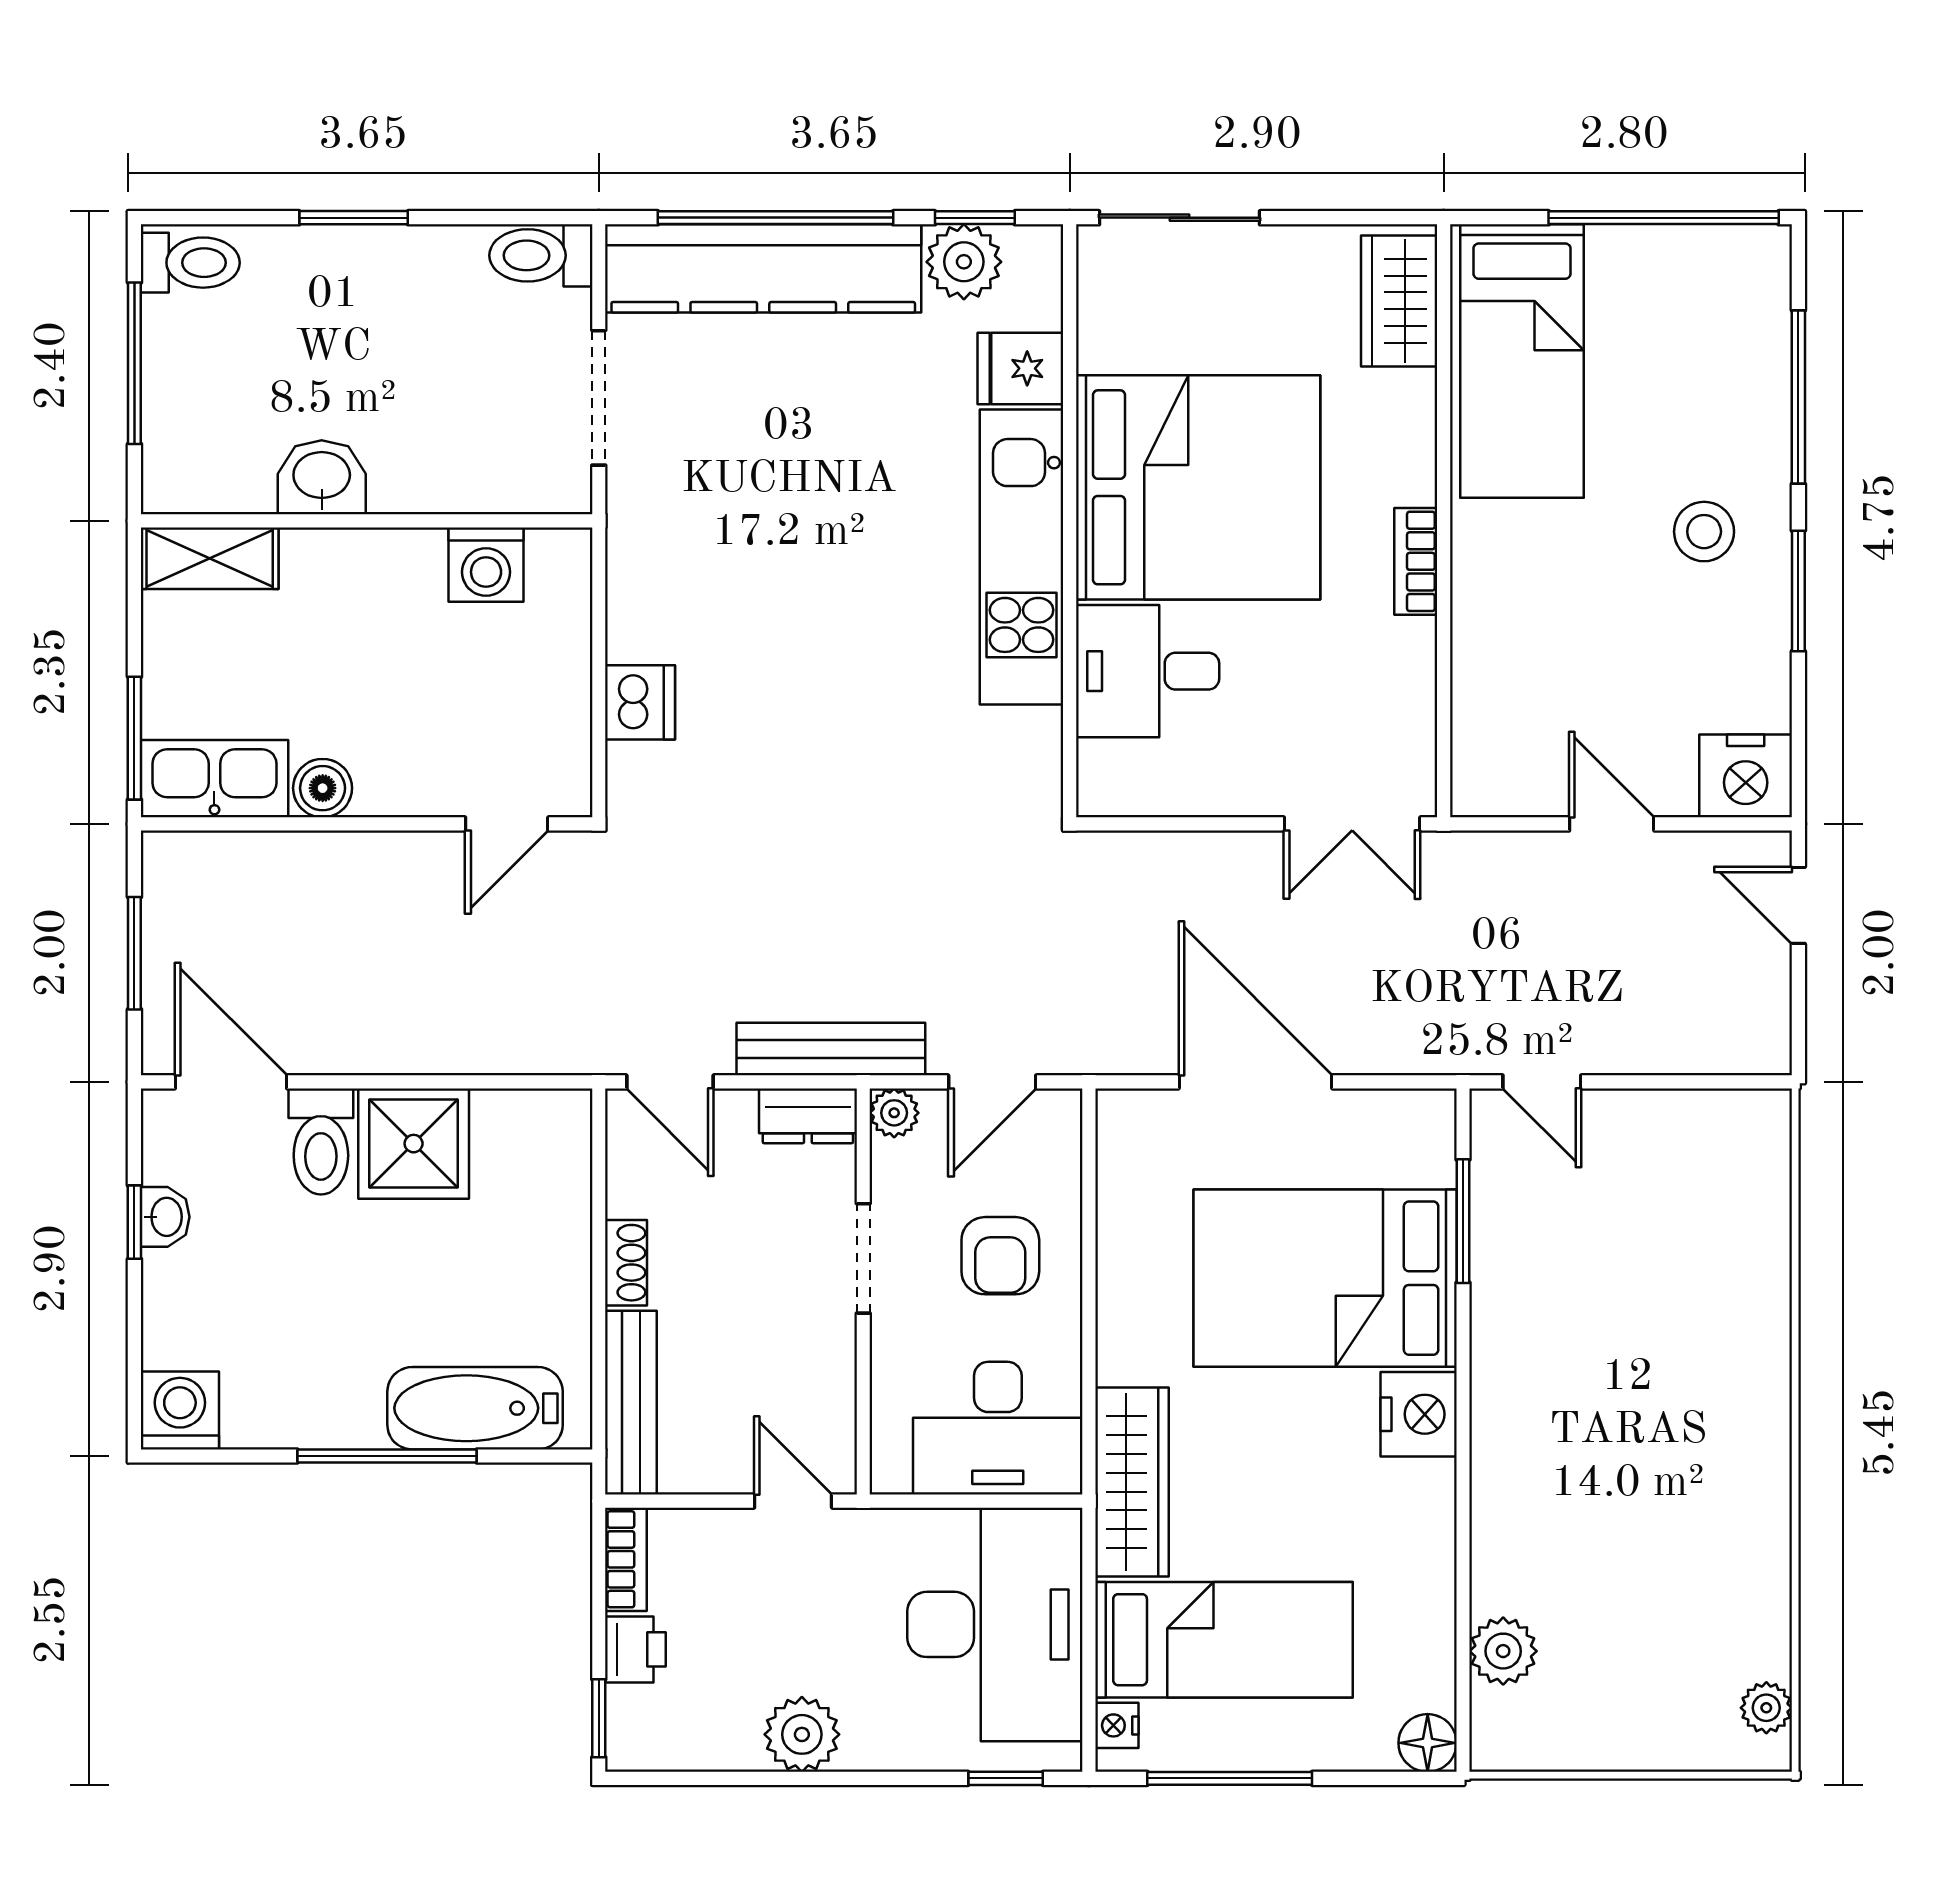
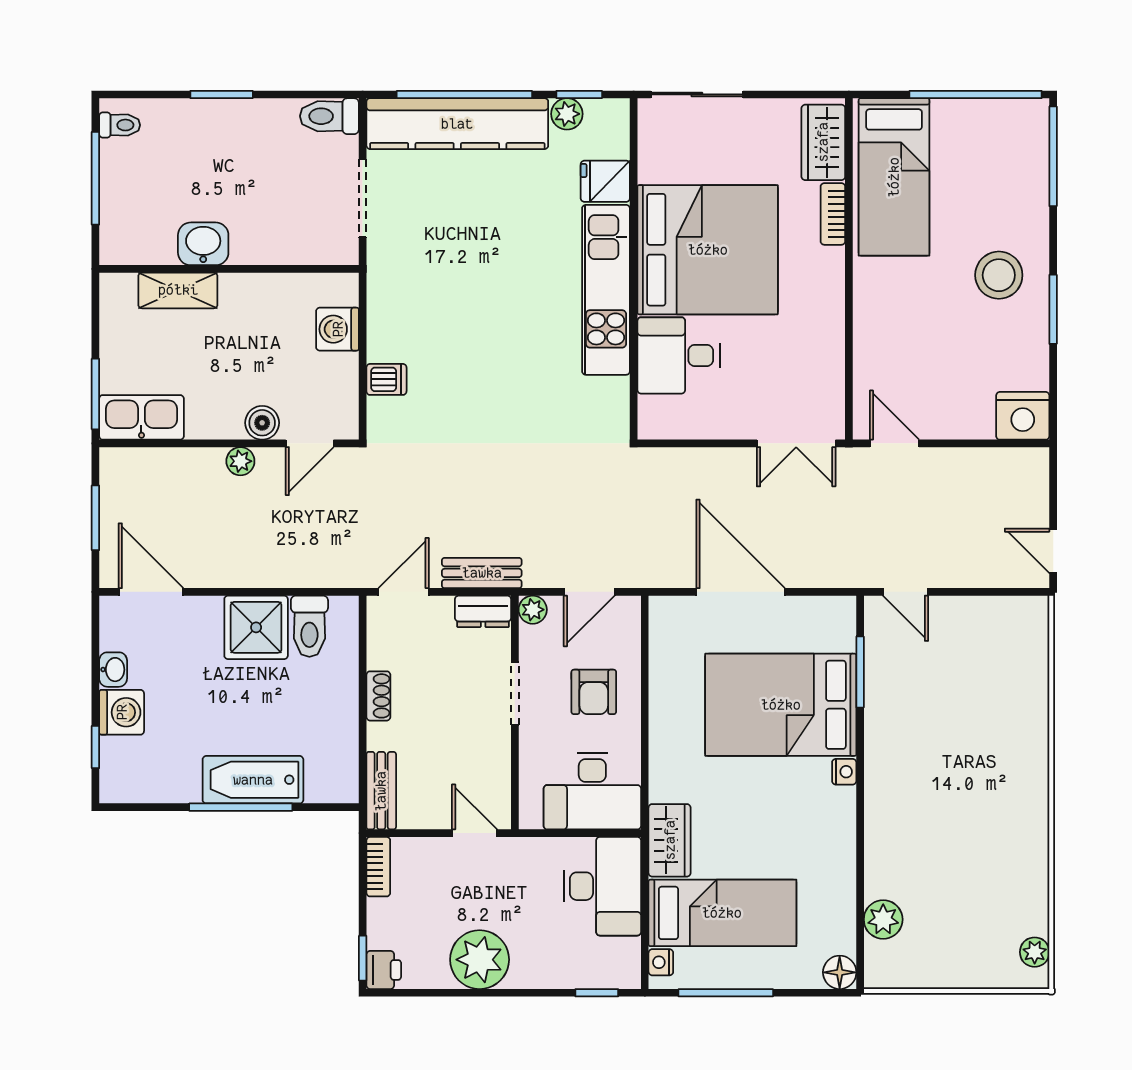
plant: (964, 262) -> (567, 114), width x0.73, depth x0.73
toilet: (190, 263) -> (120, 125), width x0.73, depth x0.72
window: (1798, 397) -> (1053, 156), moved
stool: (1704, 532) -> (999, 275), width x1.38, depth x1.38
shelving: (210, 558) -> (178, 290), moved
bookcase: (1416, 561) -> (833, 214), moved
washing machine: (486, 565) -> (338, 329), moved, turned 90
dishwasher: (640, 702) -> (386, 379), width x0.73
boiler: (323, 788) -> (262, 423), moved
door: (1612, 824) -> (894, 443), moved
plant: (386, 855) -> (240, 461), added
door: (1798, 905) -> (1053, 551), moved
bench: (831, 1049) -> (482, 573), width x0.73
door: (670, 1082) -> (404, 592), swing flipped
toilet: (321, 1142) -> (309, 626), moved
window: (134, 1222) -> (95, 747), moved
bench: (631, 1403) -> (381, 791), width x0.73
bathtub: (475, 1408) -> (253, 780), moved
washing machine: (180, 1410) -> (122, 712), moved, turned 90
nightstand: (1419, 1414) -> (844, 772), width x0.53, depth x0.56
wardrobe: (1132, 1482) -> (670, 840), width x0.67
desk: (995, 1624) -> (602, 886), width x0.73, depth x0.77
printer: (635, 1649) -> (384, 970), moved
plant: (802, 1734) -> (480, 960), width x1.36, depth x1.36

